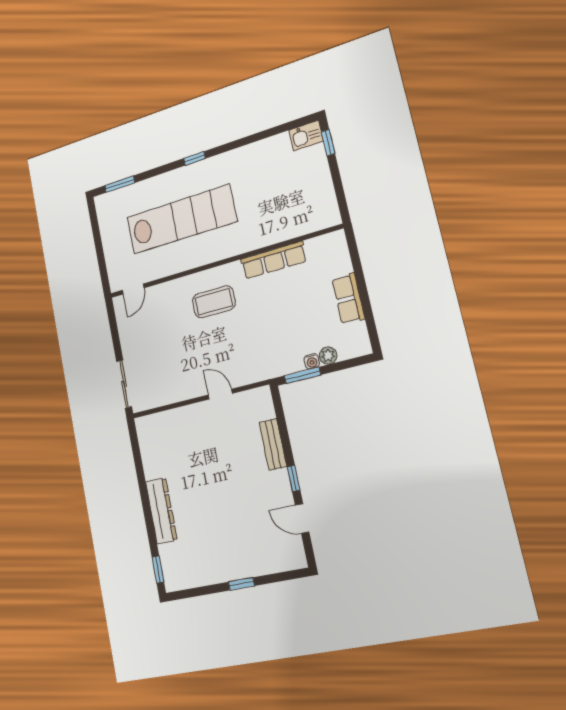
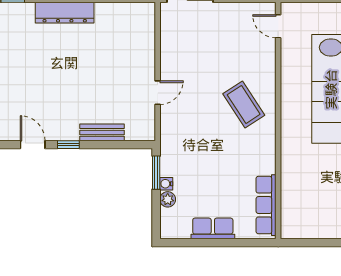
row of seats: (274, 260) -> (266, 205), moved
coffee table: (214, 302) -> (244, 104), turned -33
door: (302, 519) -> (33, 145), hinge flipped

